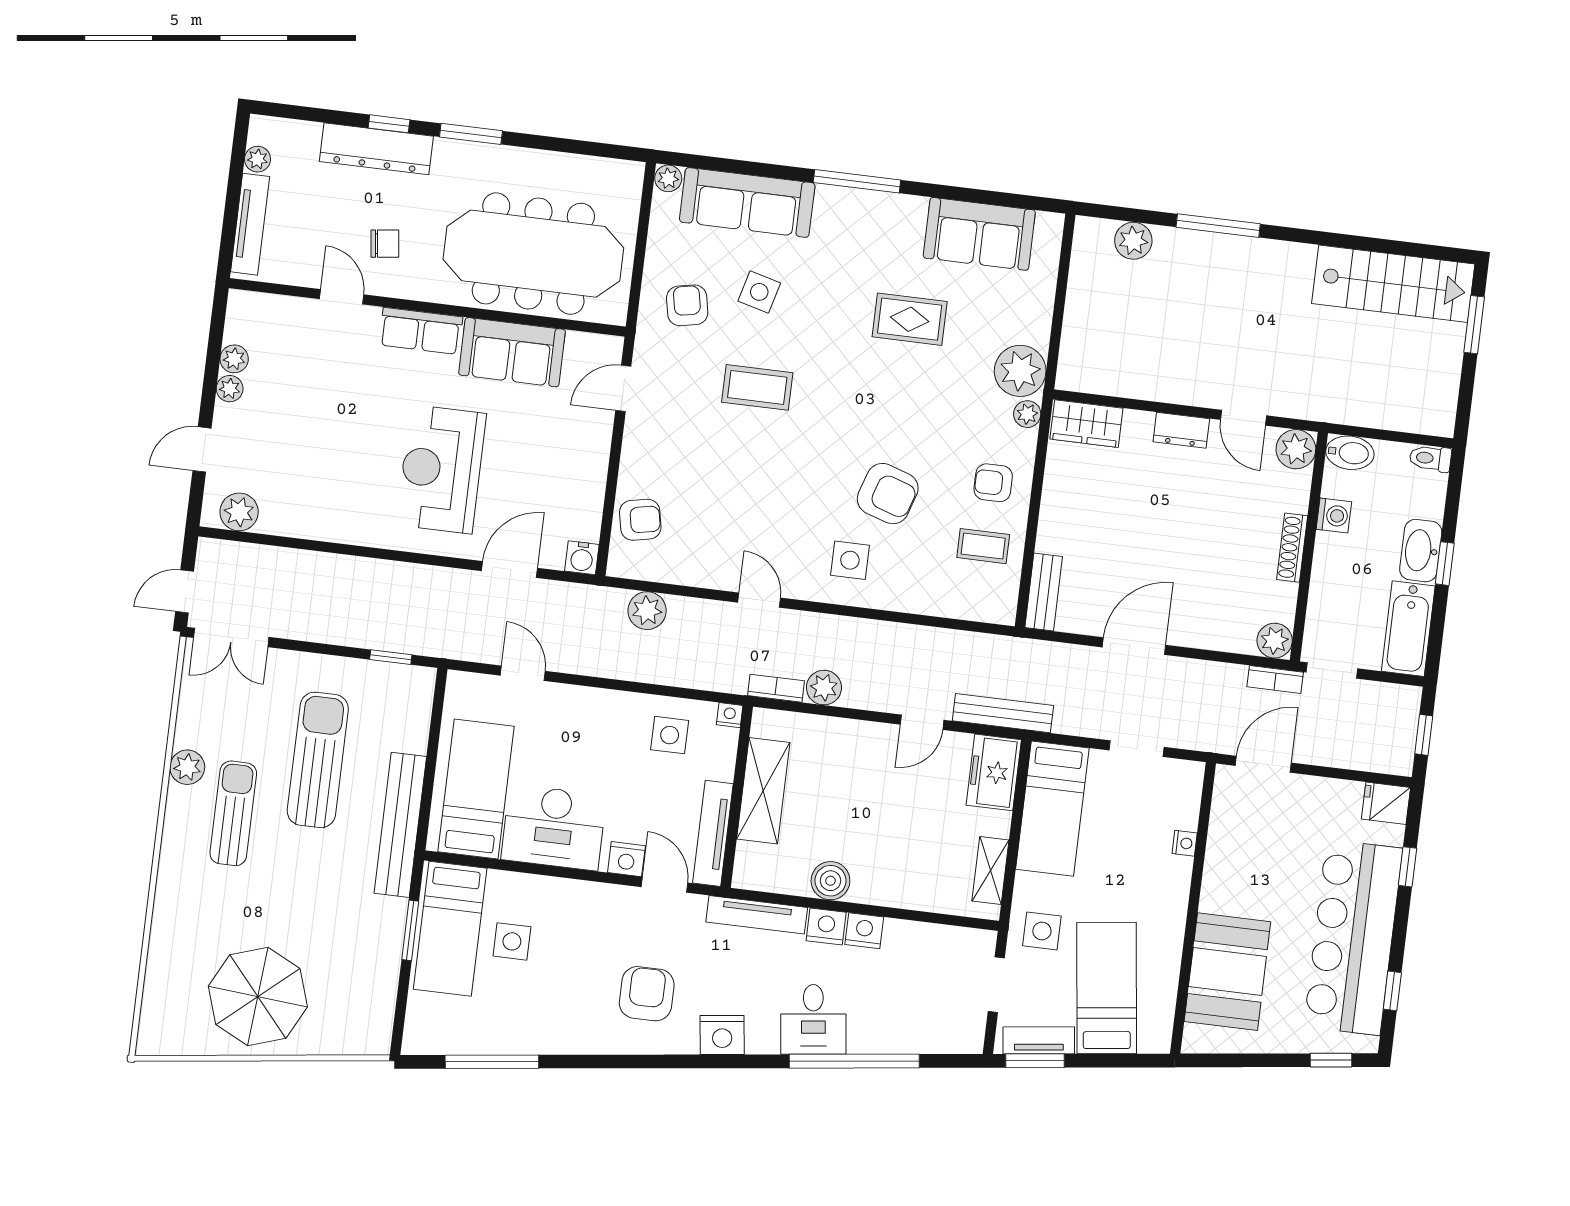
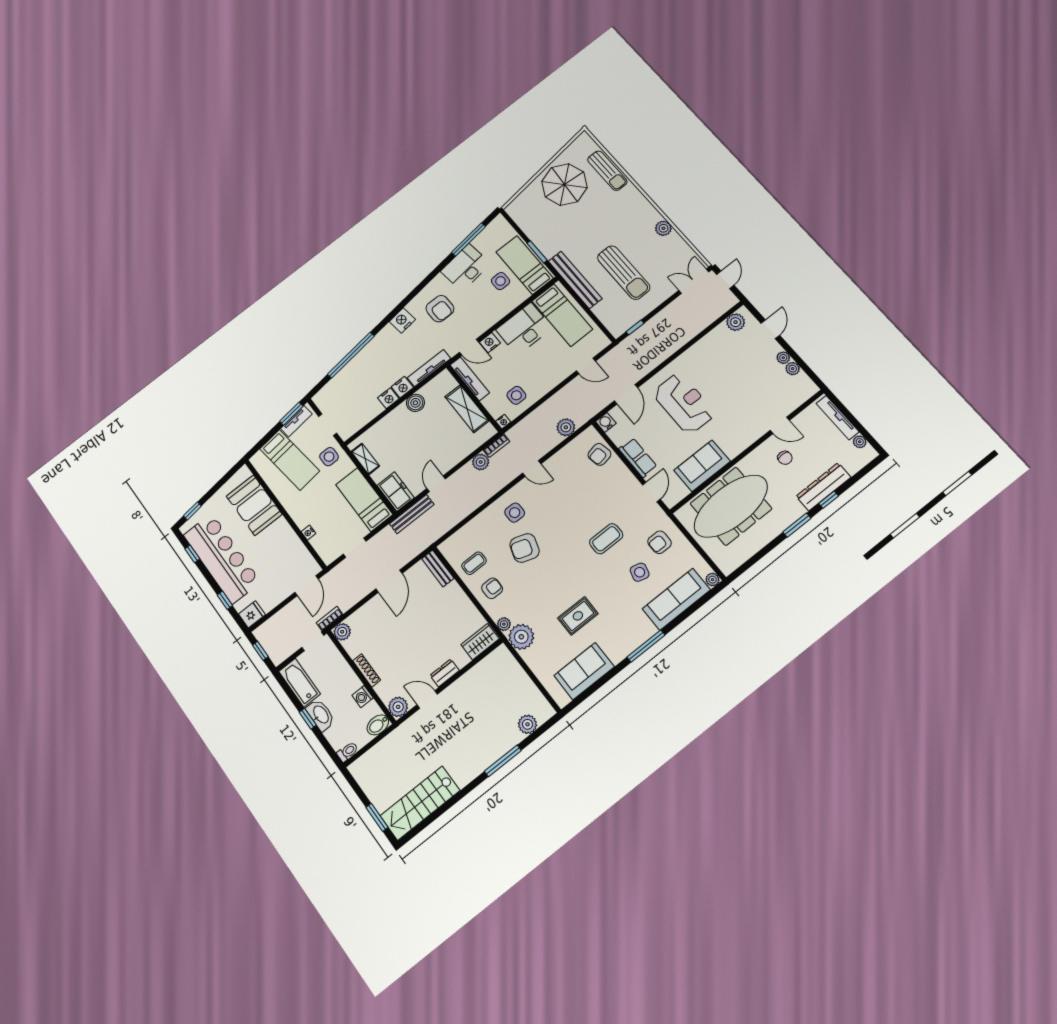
chair: (385, 244) -> (785, 458), turned -83
armchair: (687, 305) -> (659, 542), turned 101
row of seats: (421, 331) -> (638, 458), moved, turned 90
sun lounger: (233, 813) -> (607, 171), moved
desk: (813, 1019) -> (466, 267), moved, width x1.37

